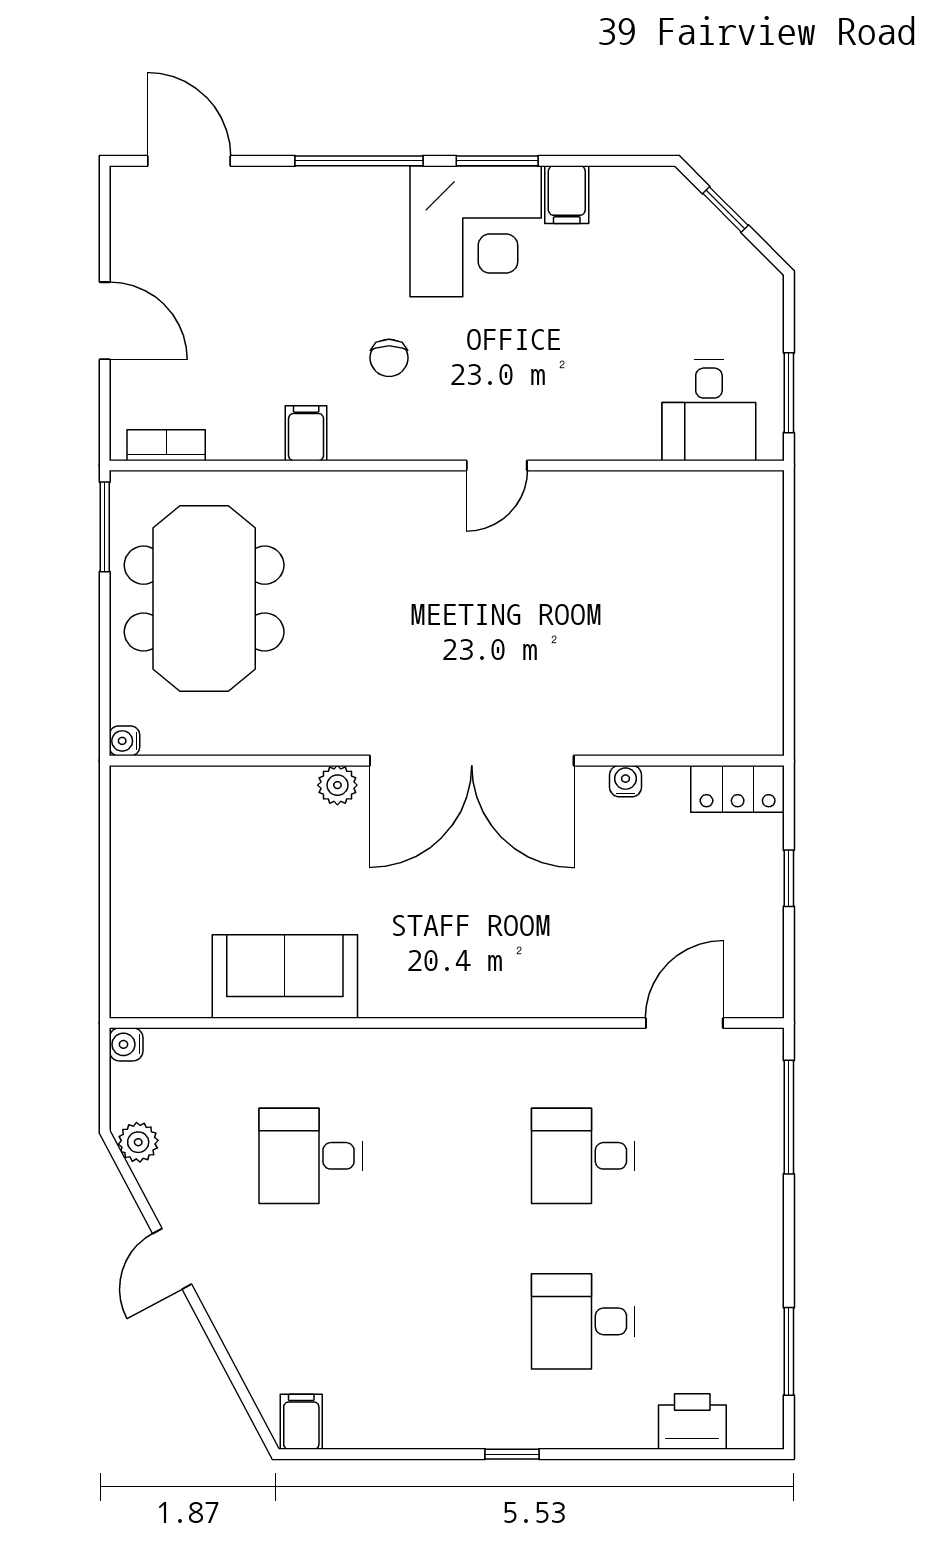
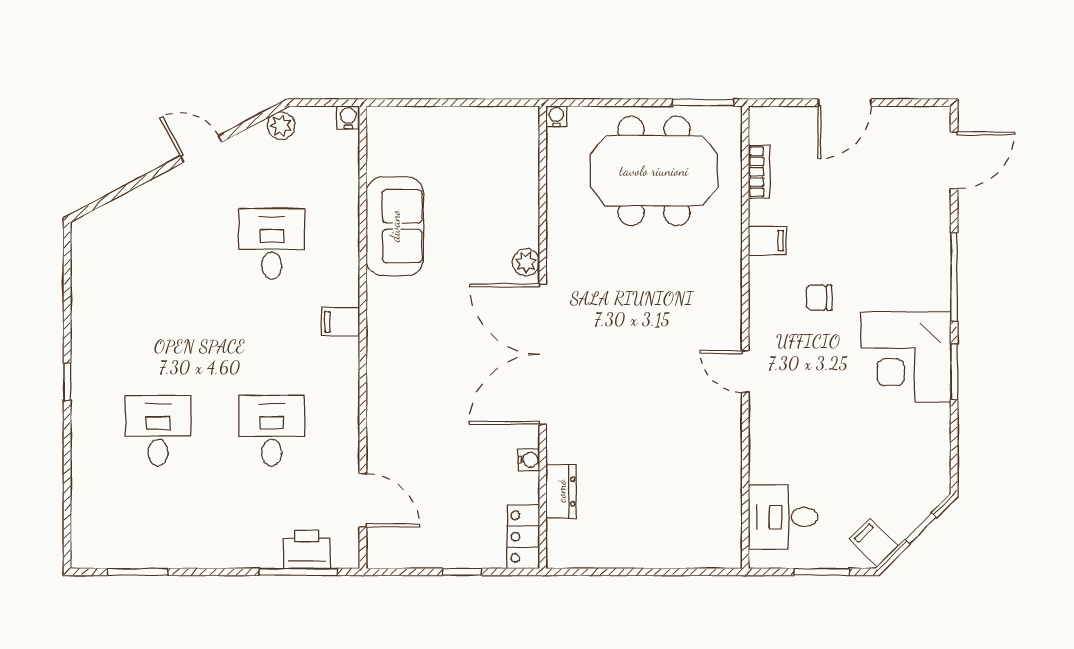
filing cabinet: (567, 195) -> (874, 543), moved, turned 45
window: (789, 393) -> (822, 572), moved
bookcase: (166, 445) -> (759, 172), moved
dresser: (671, 734) -> (561, 491), added
filing cabinet: (301, 1422) -> (341, 322), moved, turned 180
printer: (692, 1422) -> (307, 550), moved, turned -90

